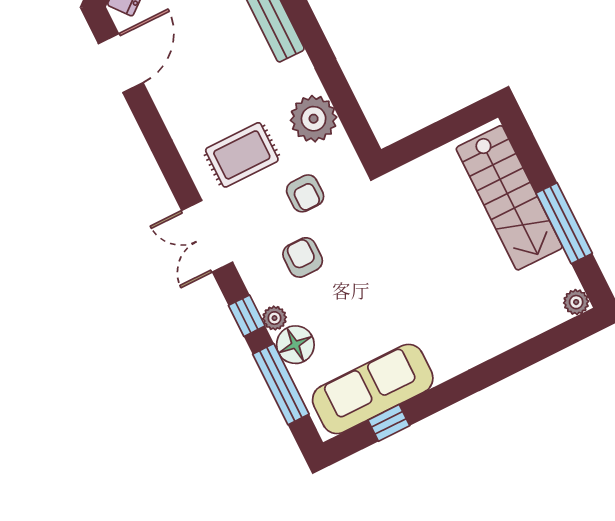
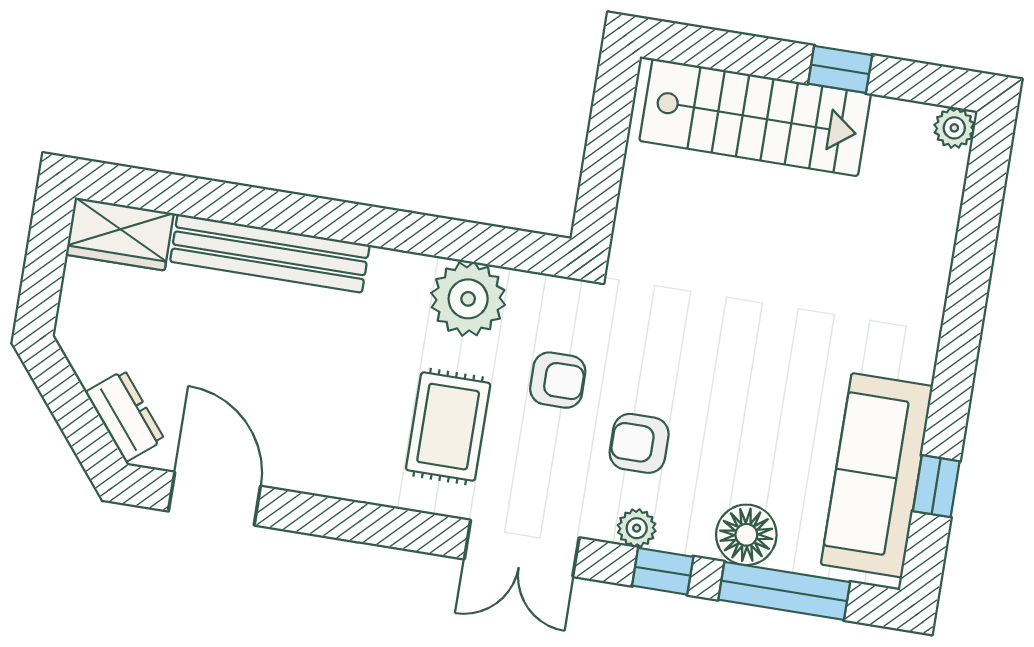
window: (564, 223) -> (840, 69), width x0.46
plant: (274, 318) -> (637, 528), moved

